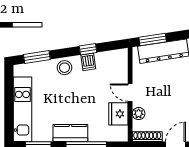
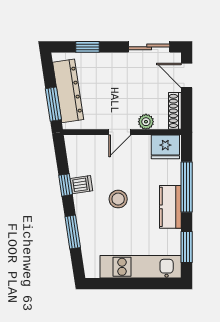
window: (37, 57) -> (73, 232), moved
stool: (64, 68) -> (118, 199), moved
fridge: (118, 114) -> (165, 147), moved

